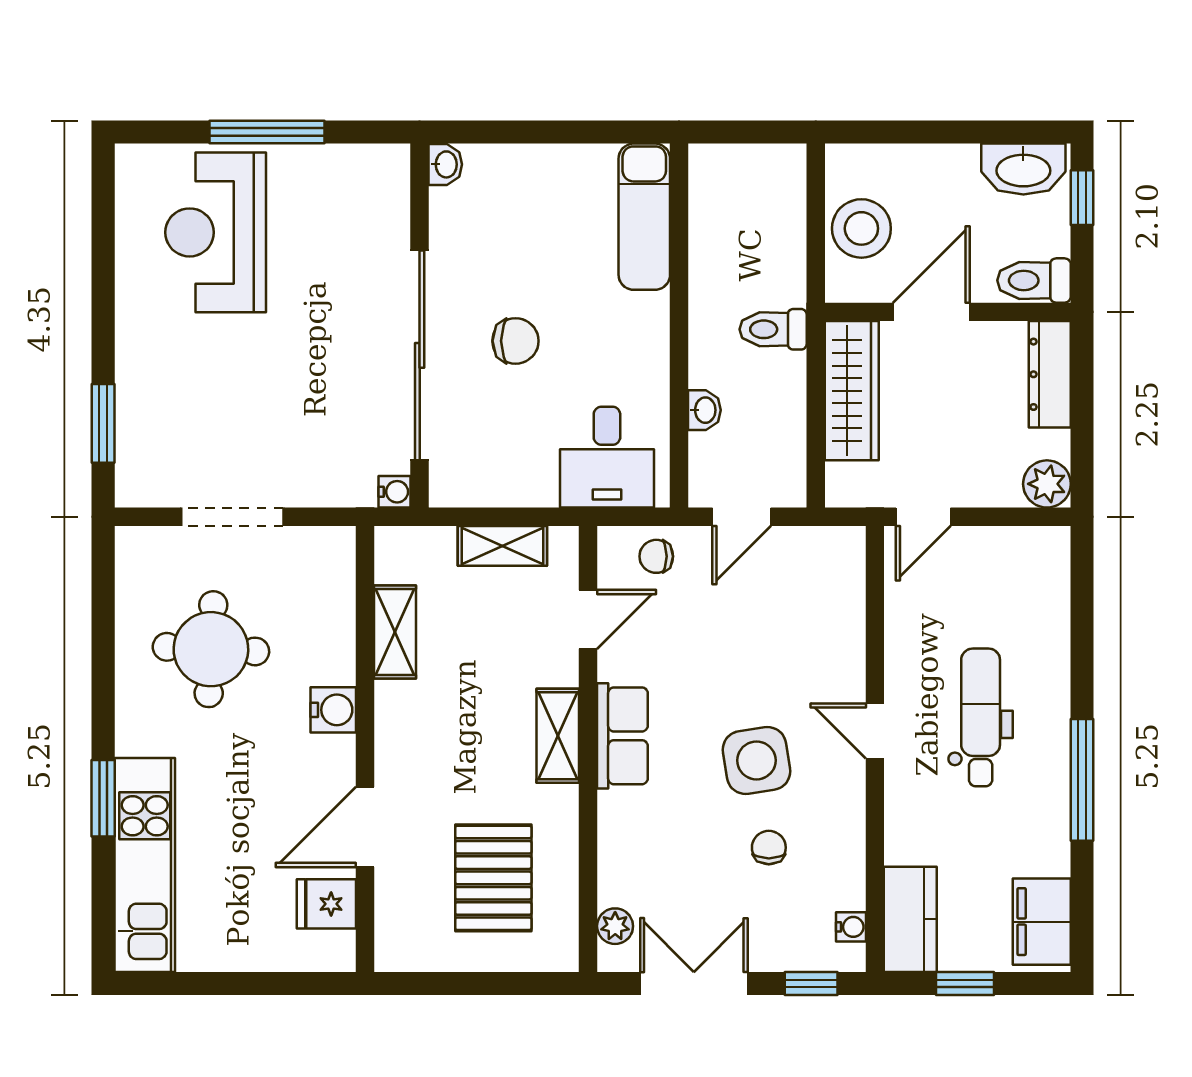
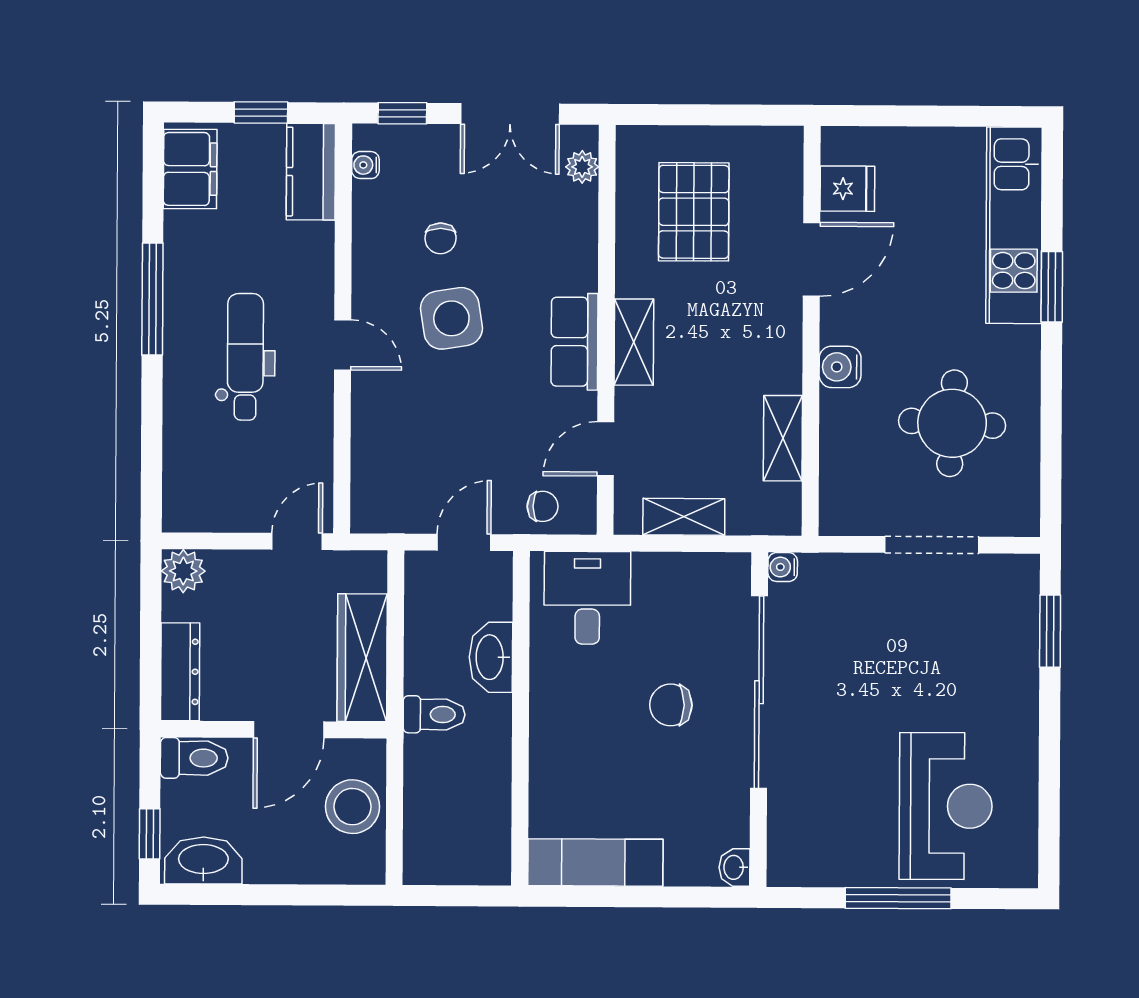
exam couch: (644, 217) -> (595, 862), moved, turned -90
washbasin: (704, 410) -> (491, 657), width x1.91, depth x1.45
dental chair: (981, 717) -> (245, 357), turned 180

